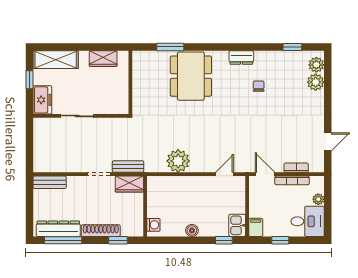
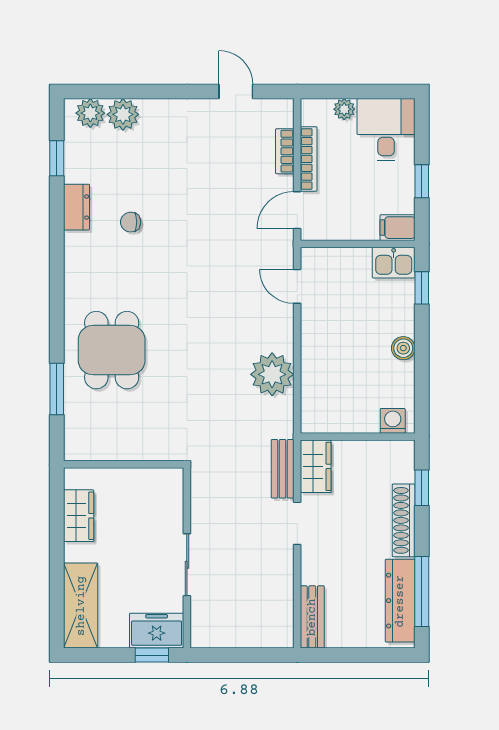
dresser: (241, 57) -> (76, 207), moved
dining table: (191, 76) -> (112, 350), width x0.73
window: (29, 80) -> (152, 655), moved

